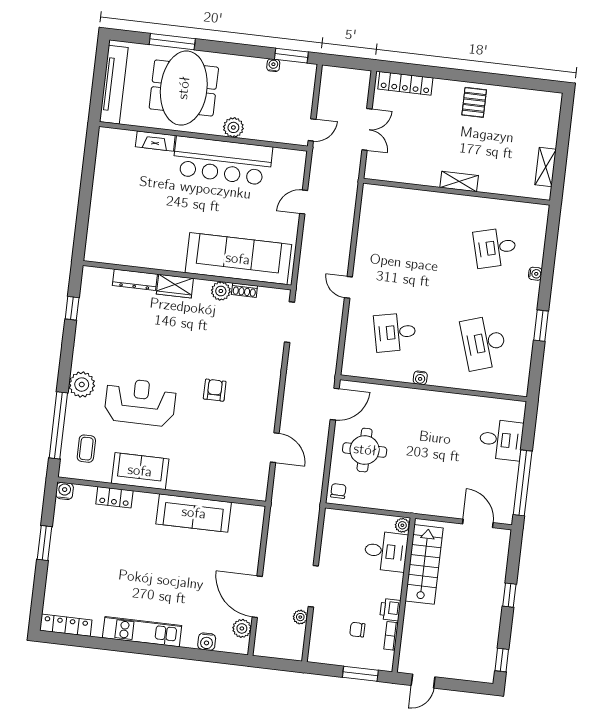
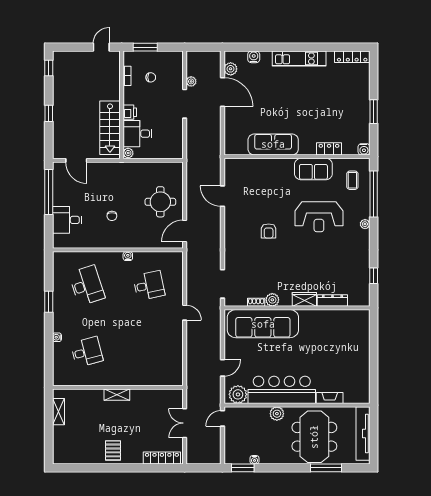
plant: (286, 161) -> (238, 394), added
plant: (82, 385) -> (365, 224), width x0.53, depth x0.53
chair: (338, 491) -> (112, 216), moved
printer: (390, 610) -> (130, 112), moved

